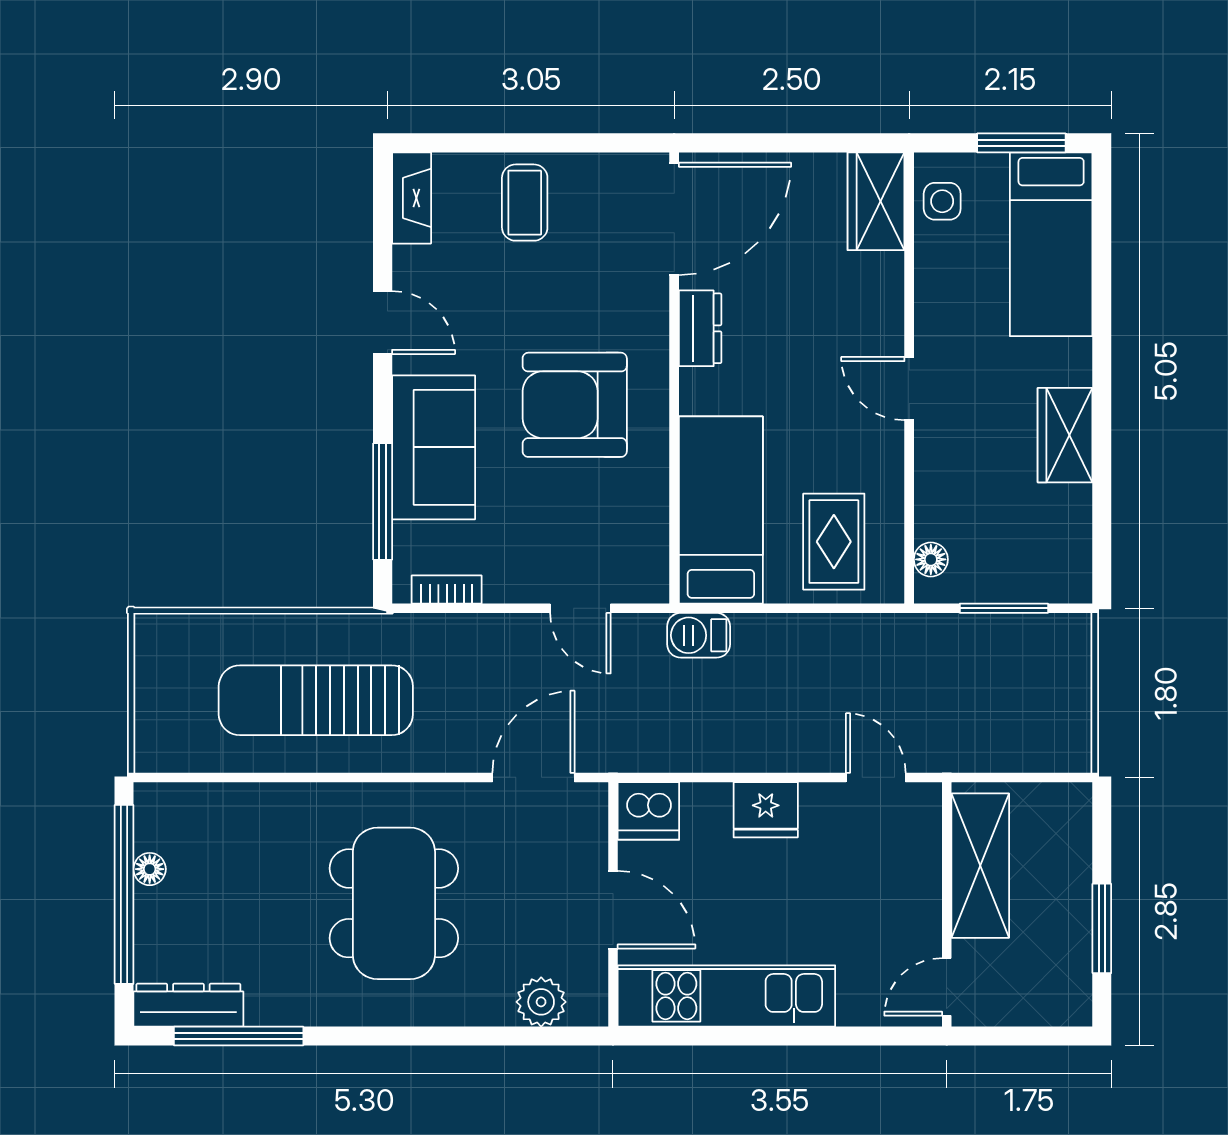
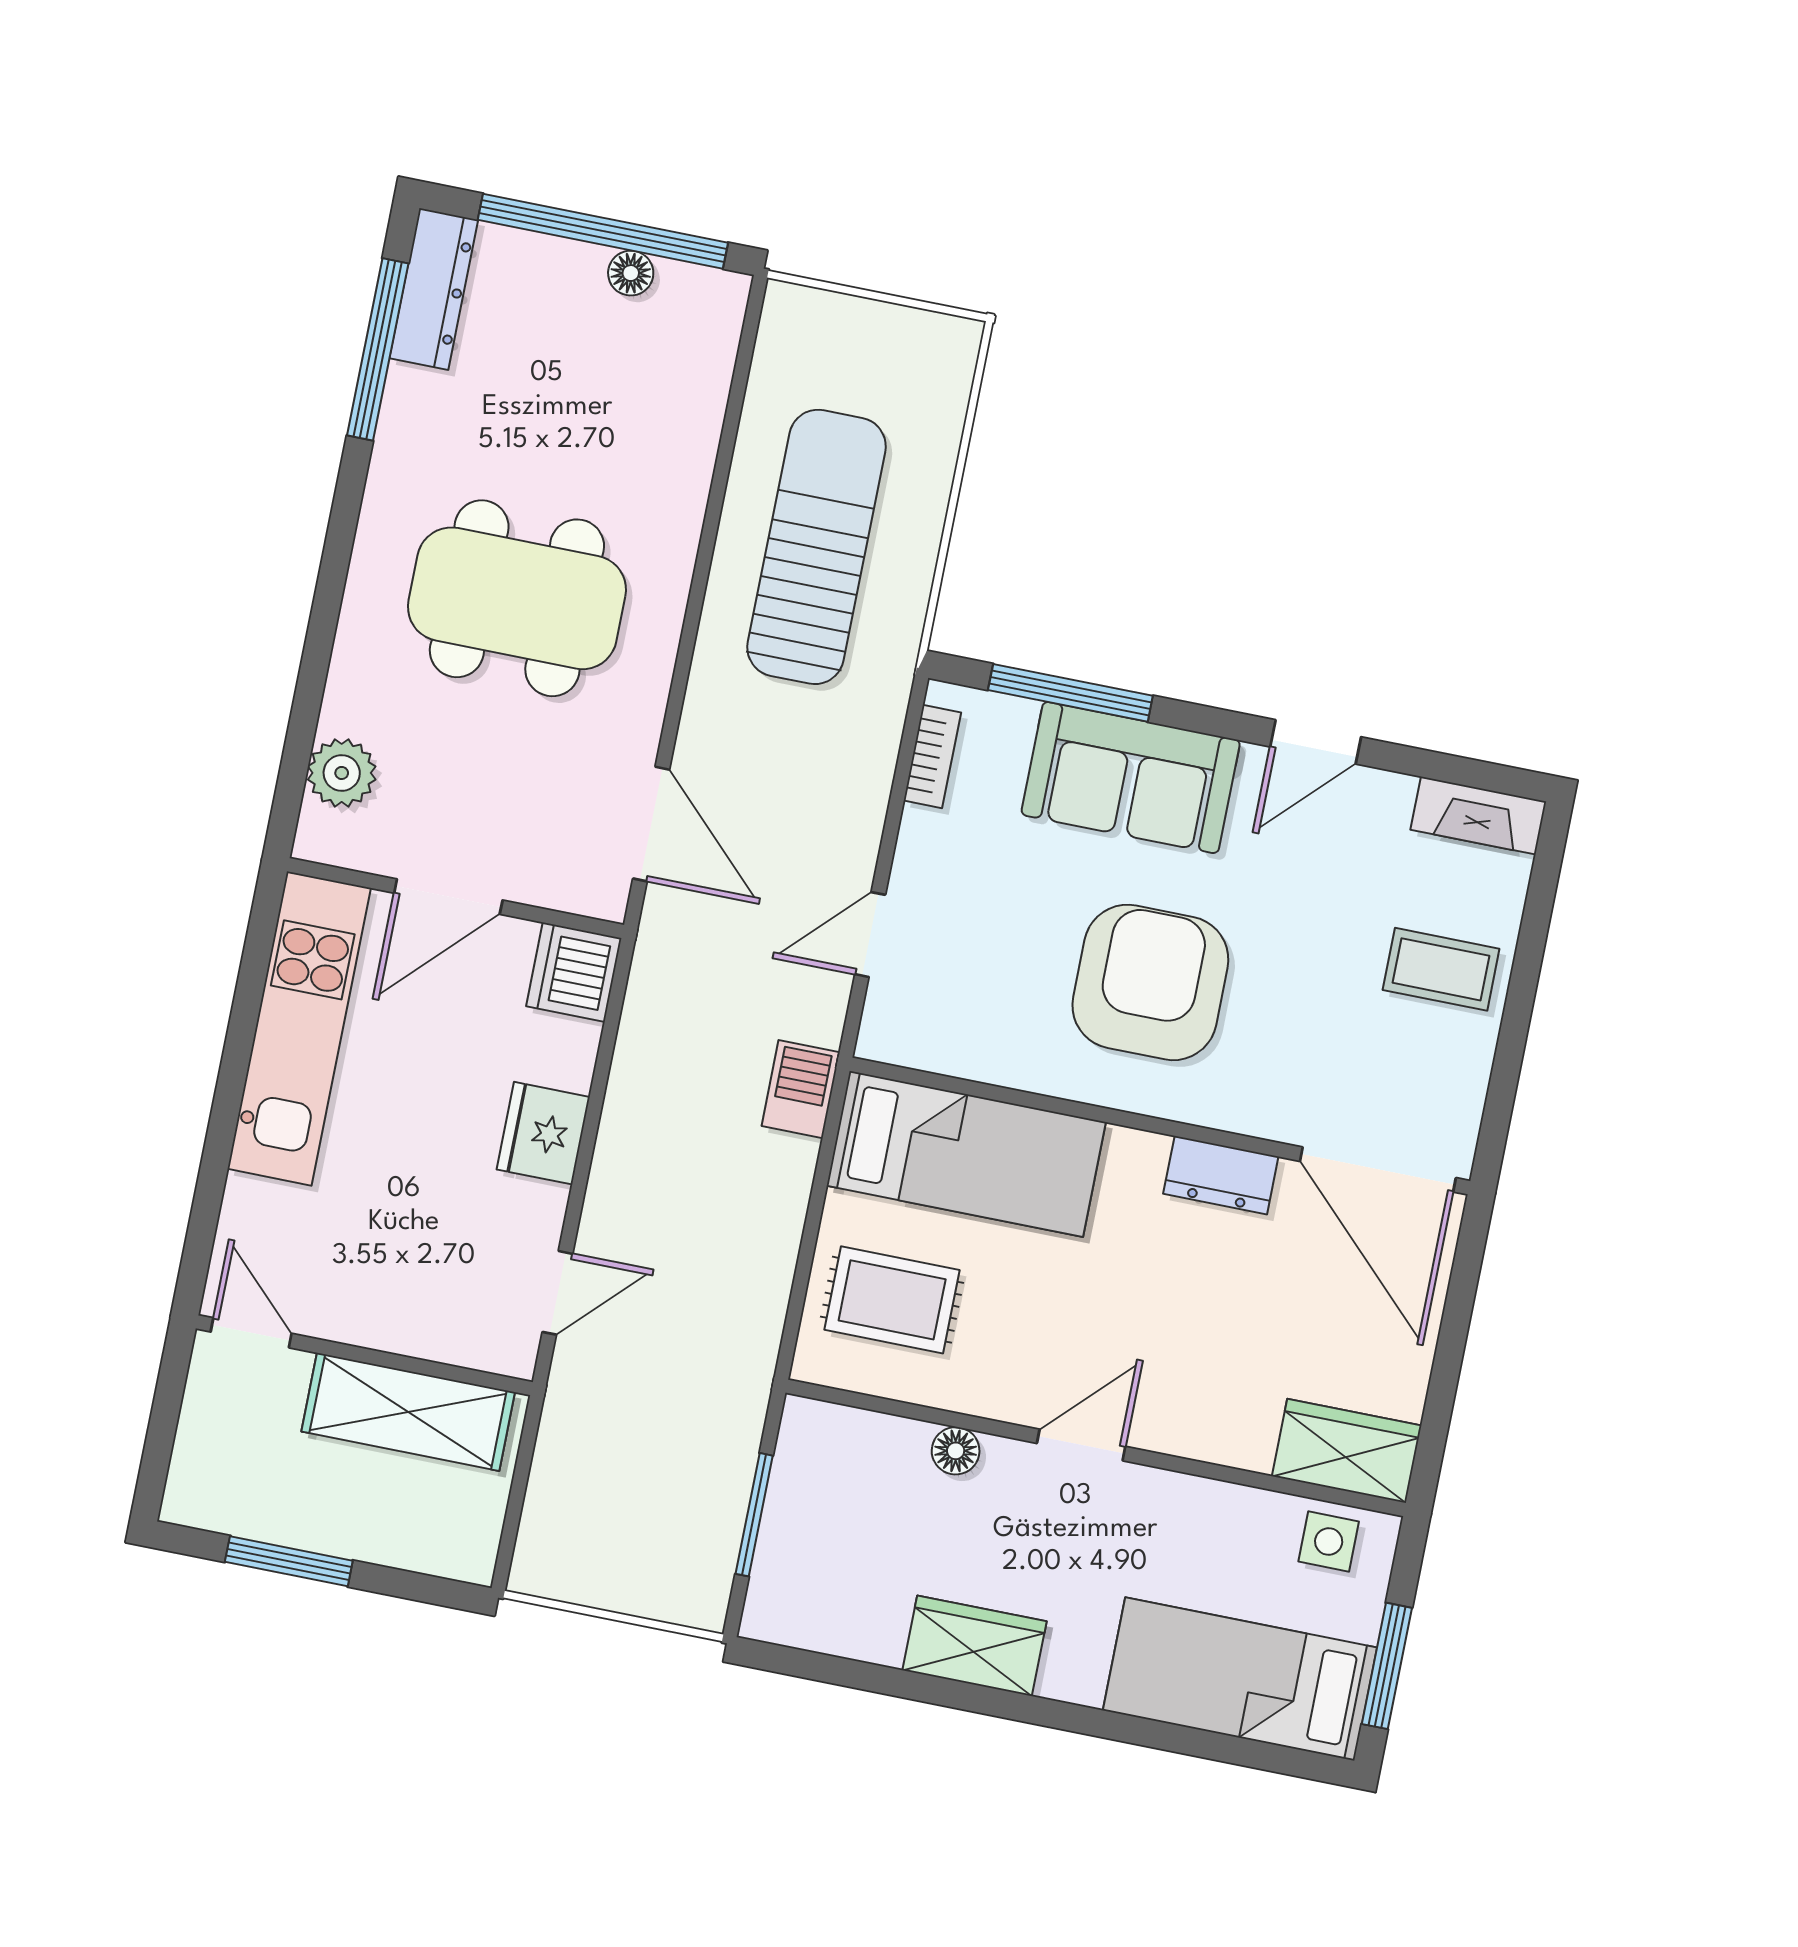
floor lamp: (931, 559) -> (956, 1451), moved

